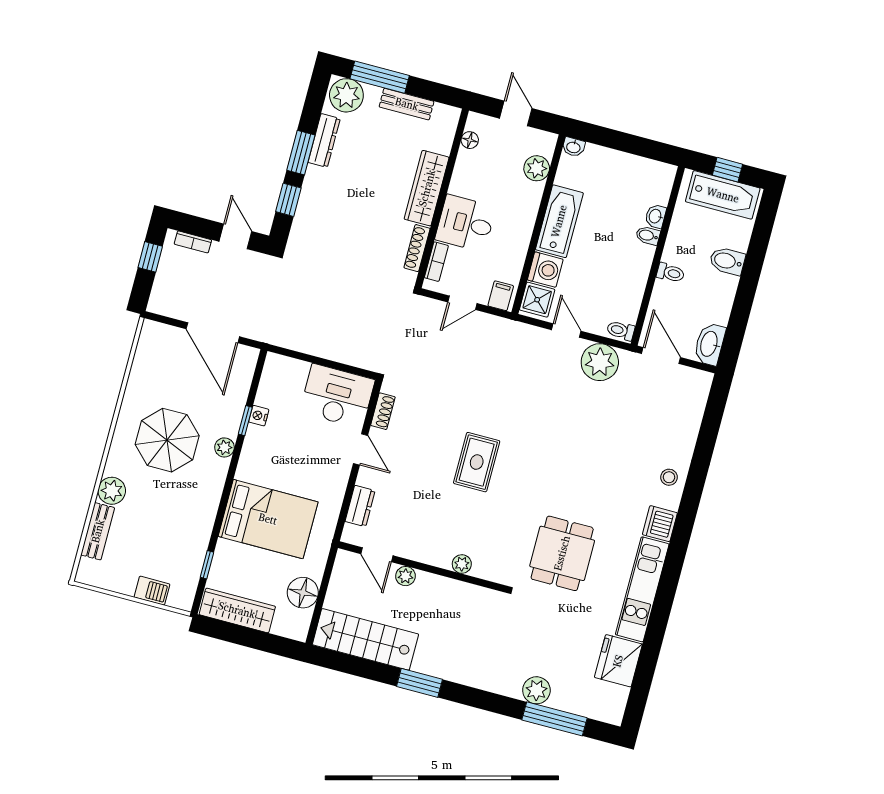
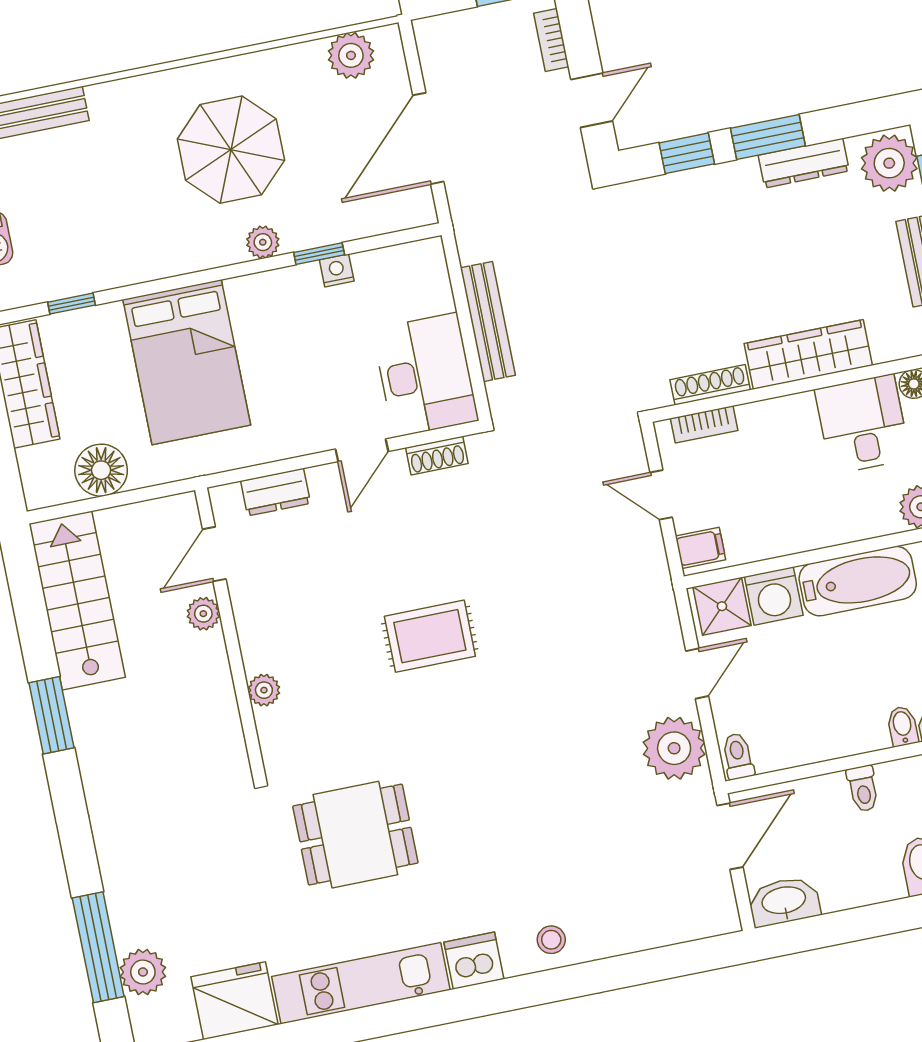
desk: (465, 223) -> (862, 424), moved
bench: (325, 349) -> (488, 322), added
plant: (112, 491) -> (351, 55), moved
plant: (536, 690) -> (143, 972), moved

